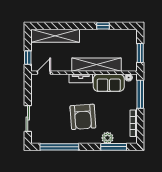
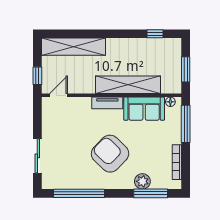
window: (103, 26) -> (155, 34), moved
armchair: (83, 117) -> (110, 154), turned 138

